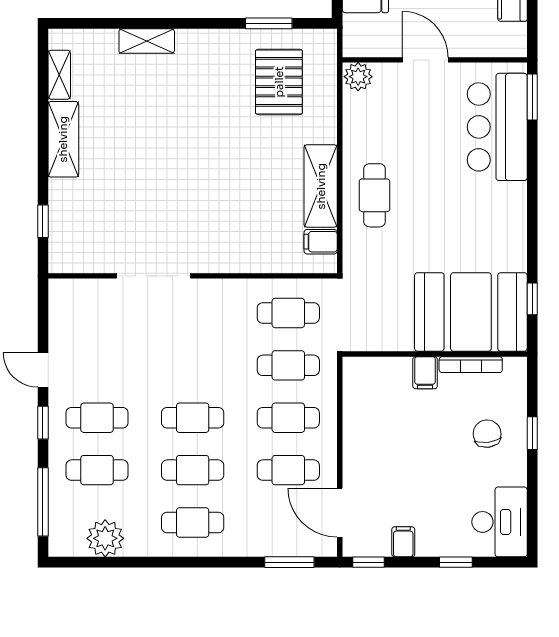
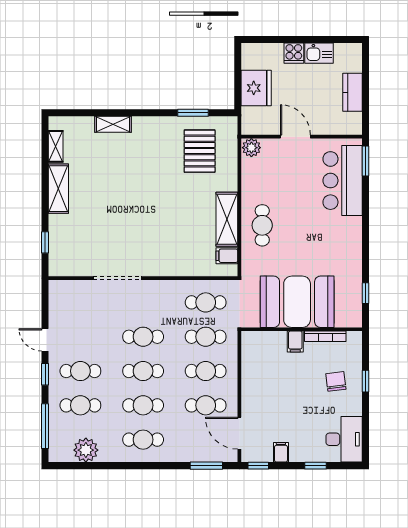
booth: (471, 312) -> (297, 302), moved
cafe table: (193, 365) -> (143, 337), added

